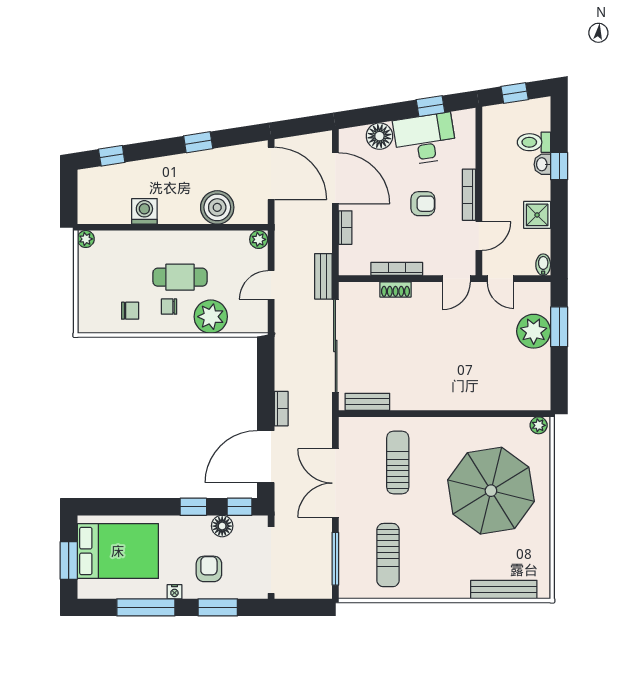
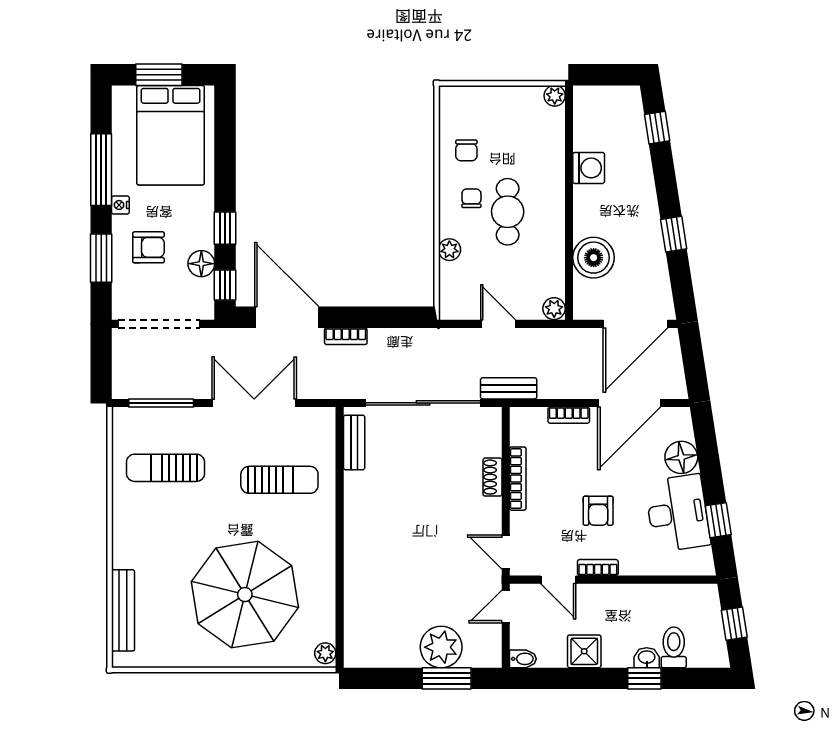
bookcase: (469, 195) -> (598, 568), width x0.64
plant: (211, 317) -> (449, 250), width x0.53, depth x0.53

